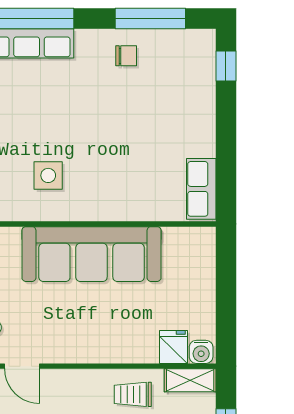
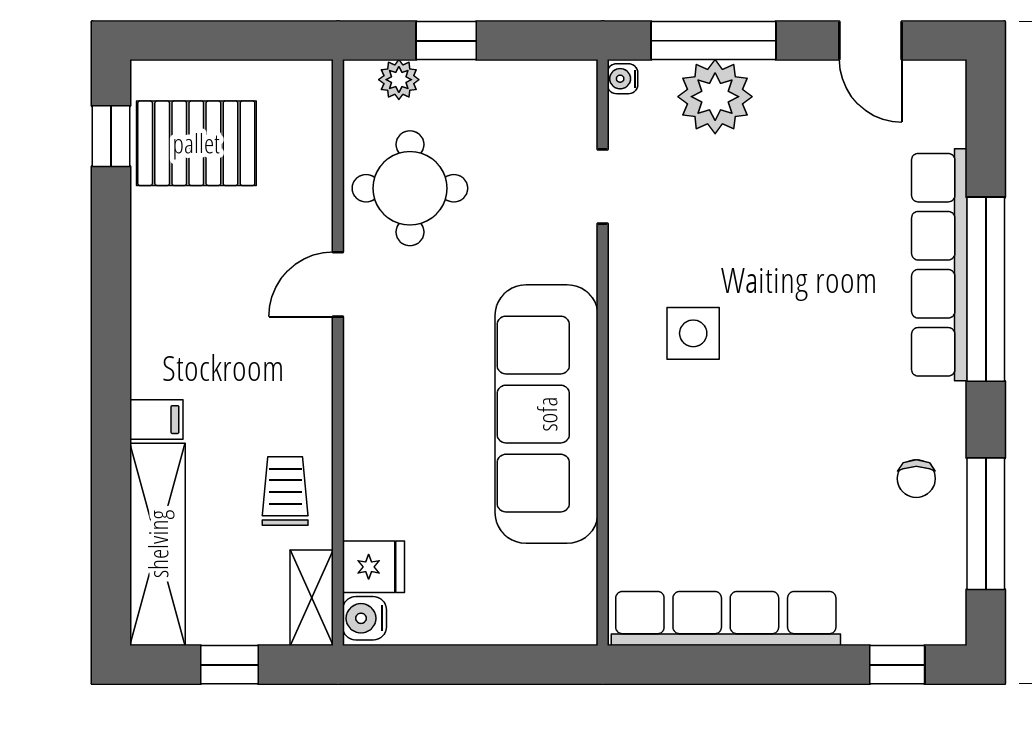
row of seats: (201, 189) -> (726, 619), width x2.02

